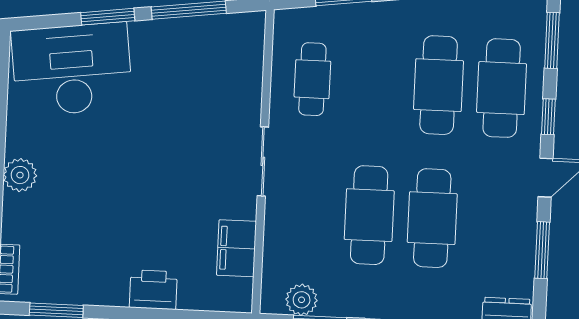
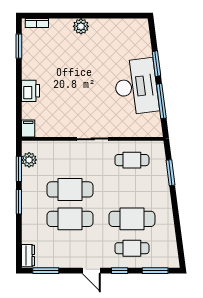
desk: (72, 69) -> (136, 86), moved
cafe table: (502, 88) -> (132, 248), width x0.73, depth x0.74
filing cabinet: (236, 248) -> (28, 129), moved, width x0.50
window: (542, 250) -> (46, 271), moved

